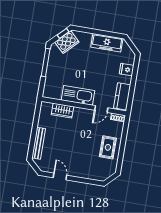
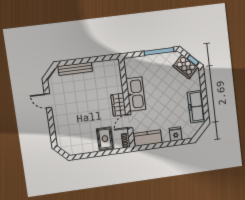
door: (101, 109) -> (129, 121), hinge flipped
wardrobe: (62, 111) -> (118, 105), moved
rug: (108, 147) -> (105, 139), moved, turned 90
door: (60, 176) -> (48, 101), swing flipped

